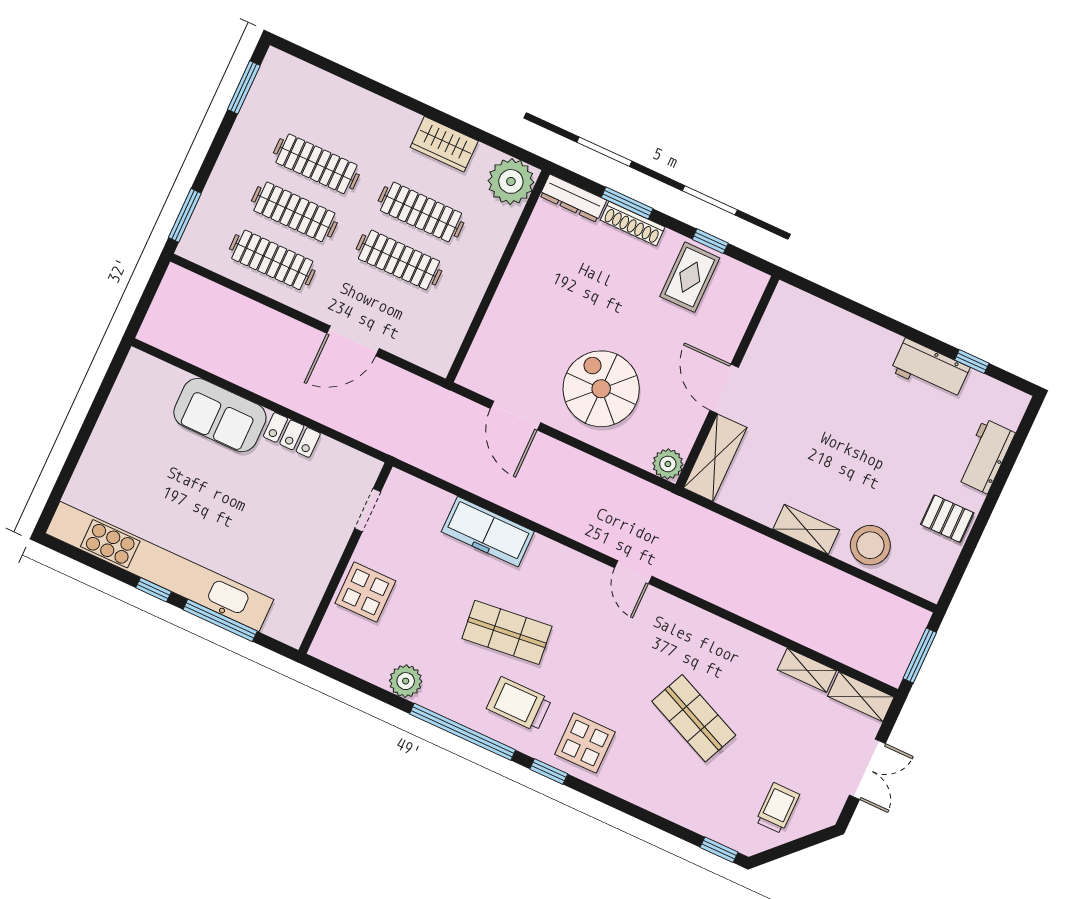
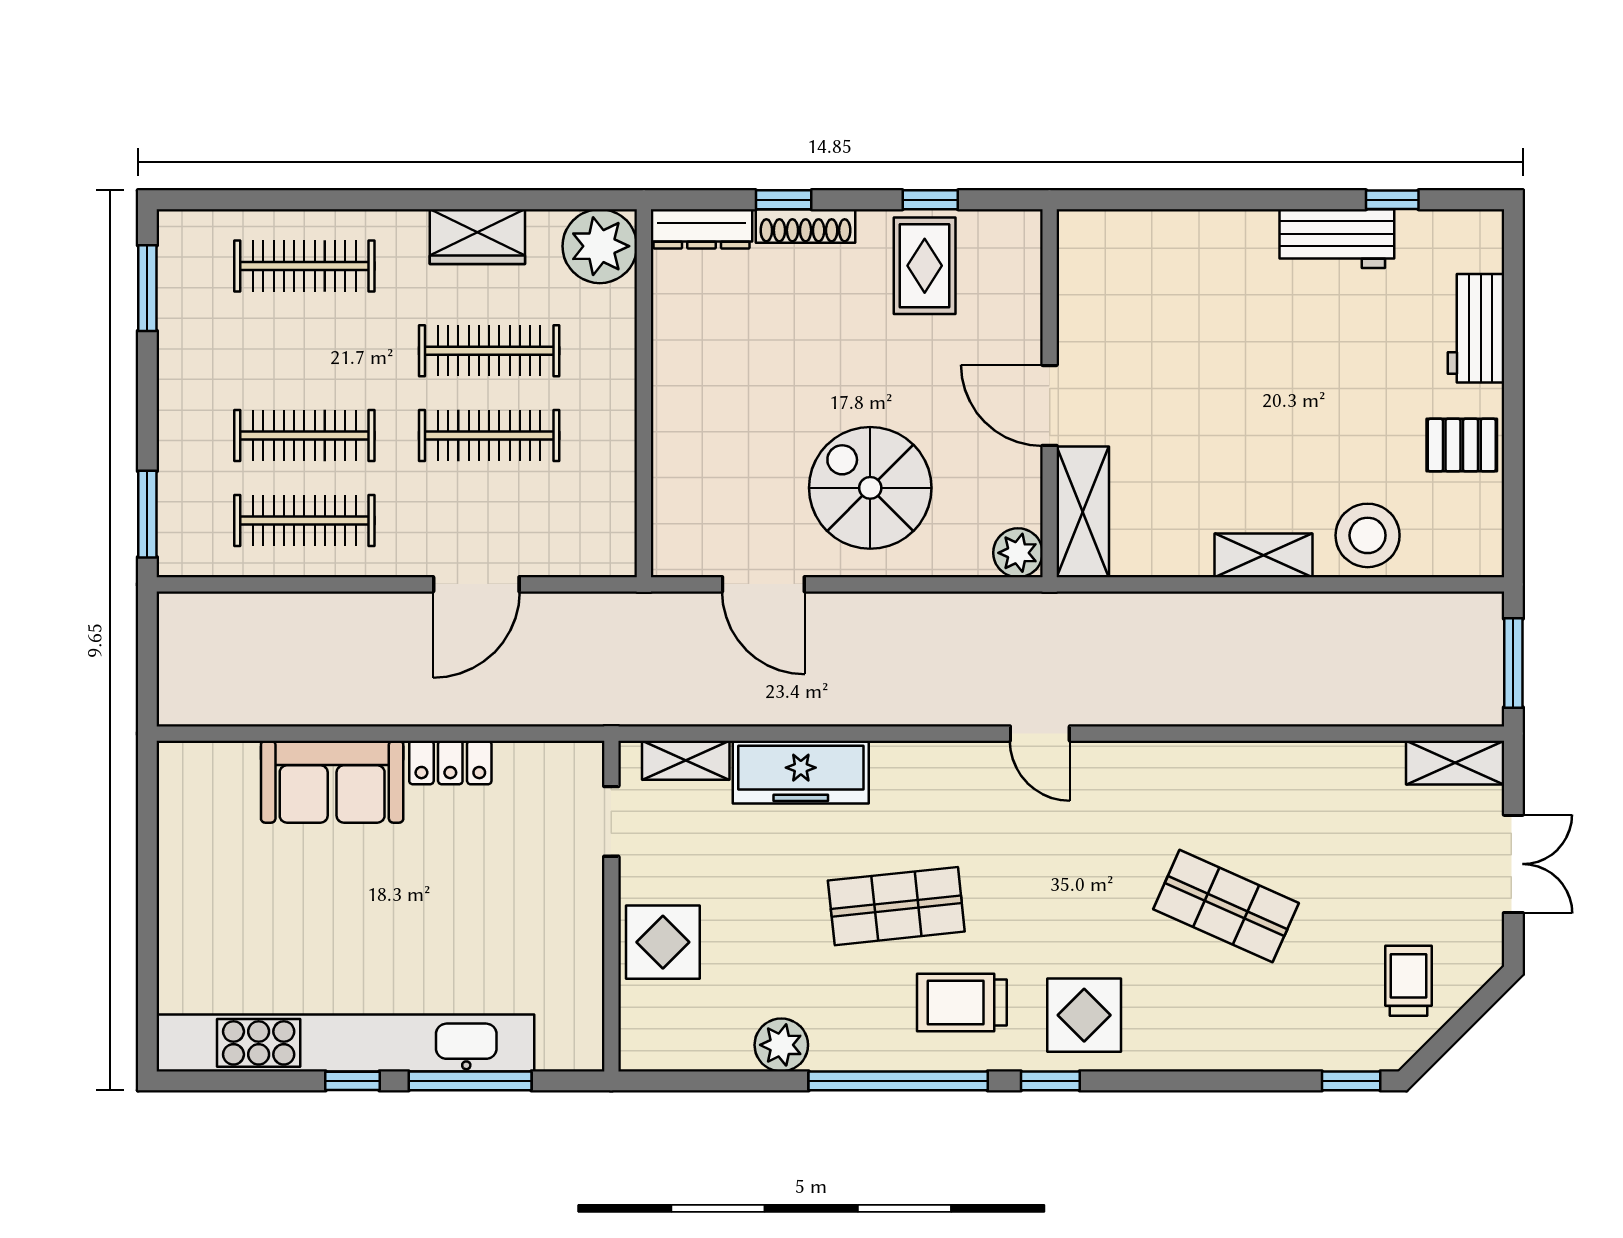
clothes rail: (316, 164) -> (304, 266), moved
window: (627, 203) -> (784, 200), width x0.67
shelving: (807, 670) -> (686, 760), moved

